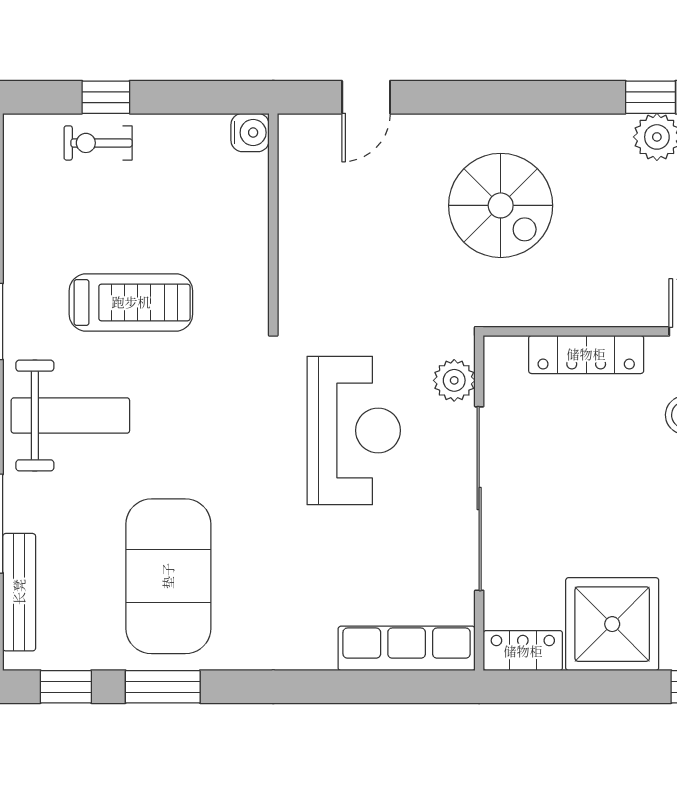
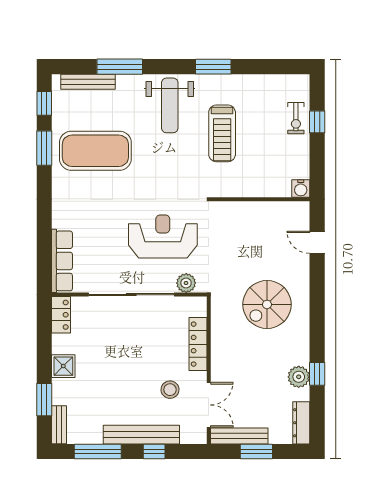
exercise bike: (98, 143) -> (296, 118), turned 180
reception desk: (354, 430) -> (163, 237), turned 180
shower: (612, 624) -> (63, 366), width x0.54, depth x0.54

